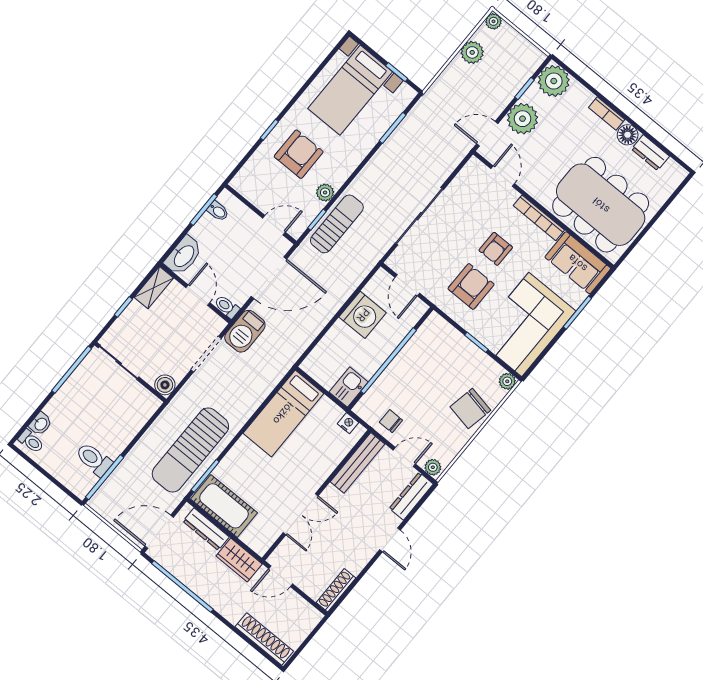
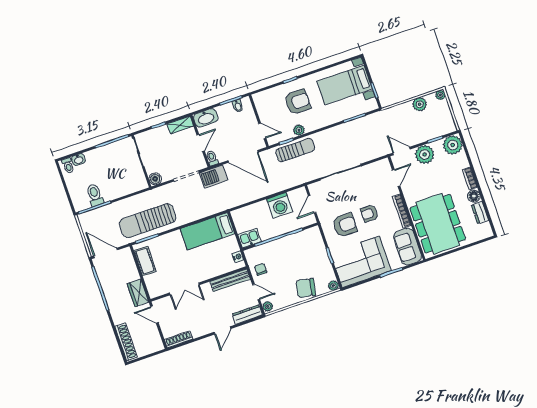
cot: (224, 506) -> (145, 261), width x0.73, depth x0.75
dresser: (206, 529) -> (131, 267), removed

